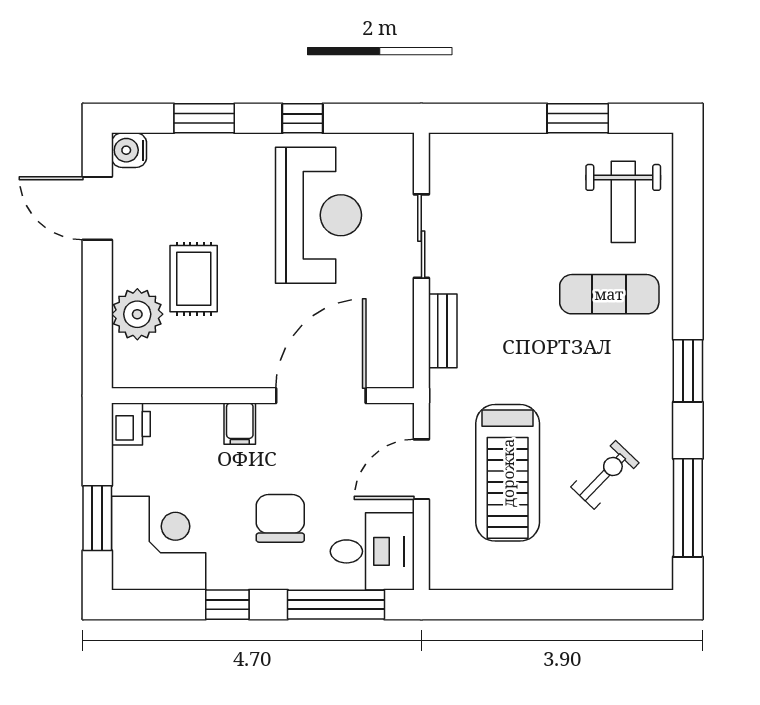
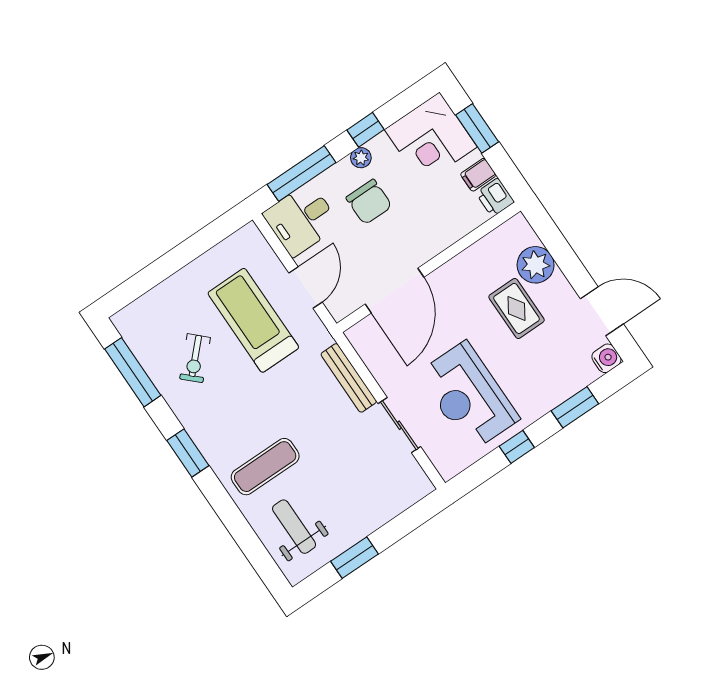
bench: (443, 331) -> (349, 378), width x1.36
filing cabinet: (240, 424) -> (478, 175), moved, turned -90
plant: (255, 576) -> (361, 158), added

